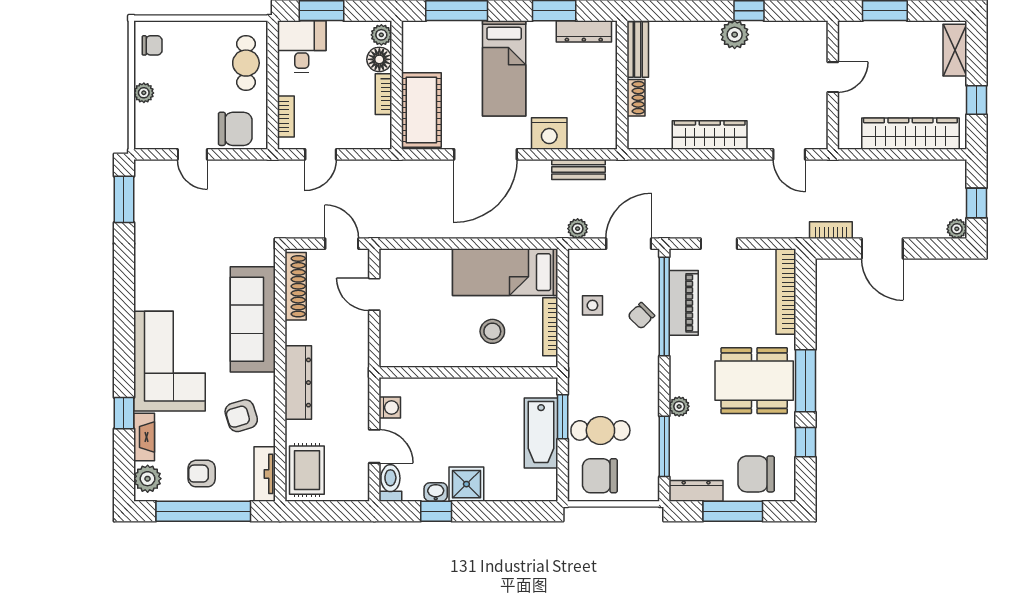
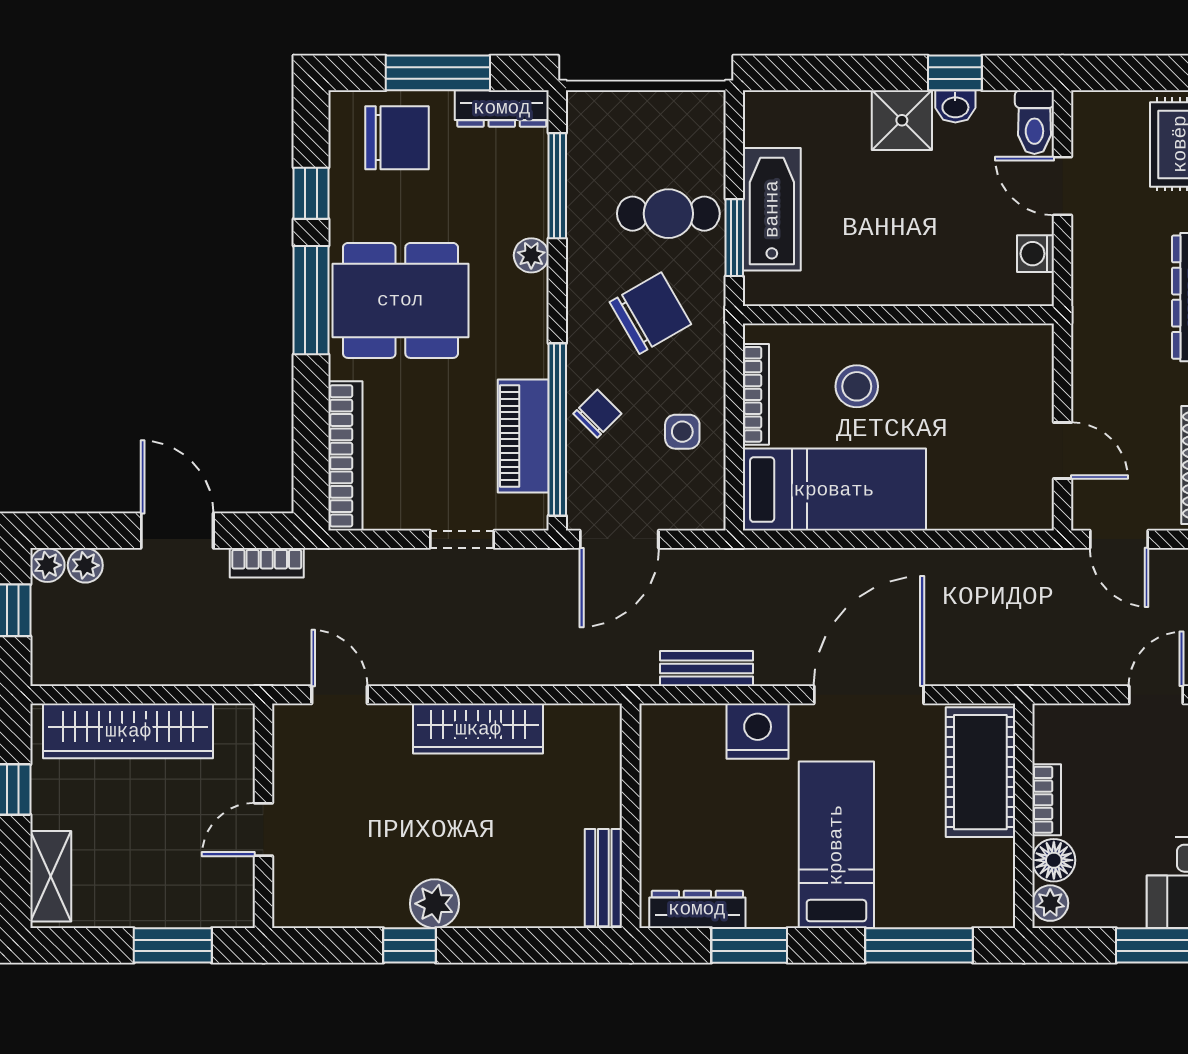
shoe rack: (636, 98) -> (606, 794), removed
plant: (578, 229) -> (85, 565), moved
chair: (600, 476) -> (650, 313), moved, turned -30

